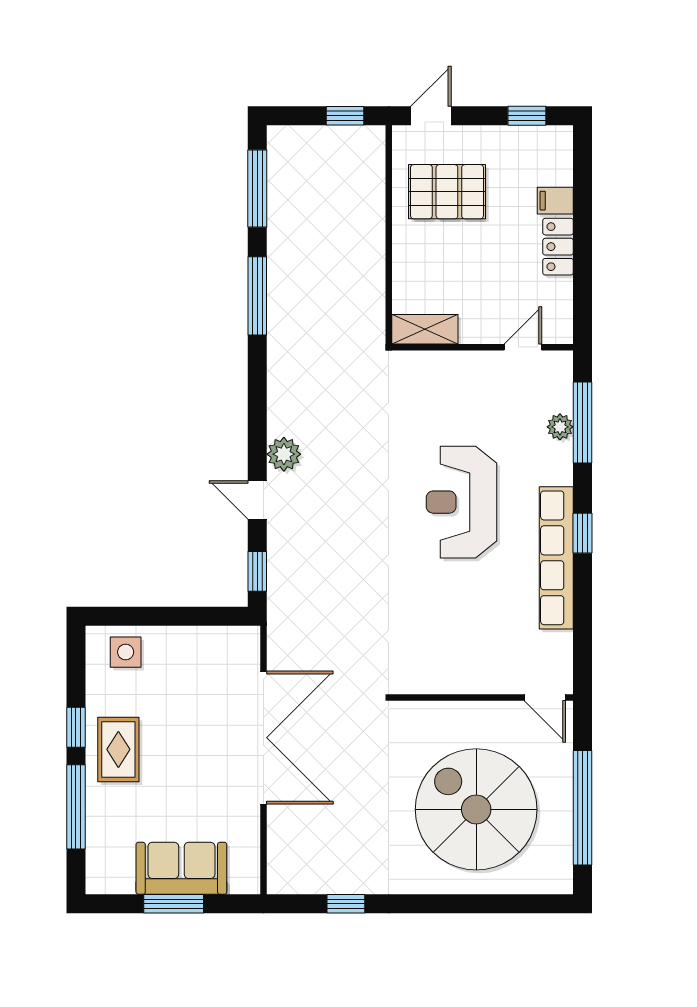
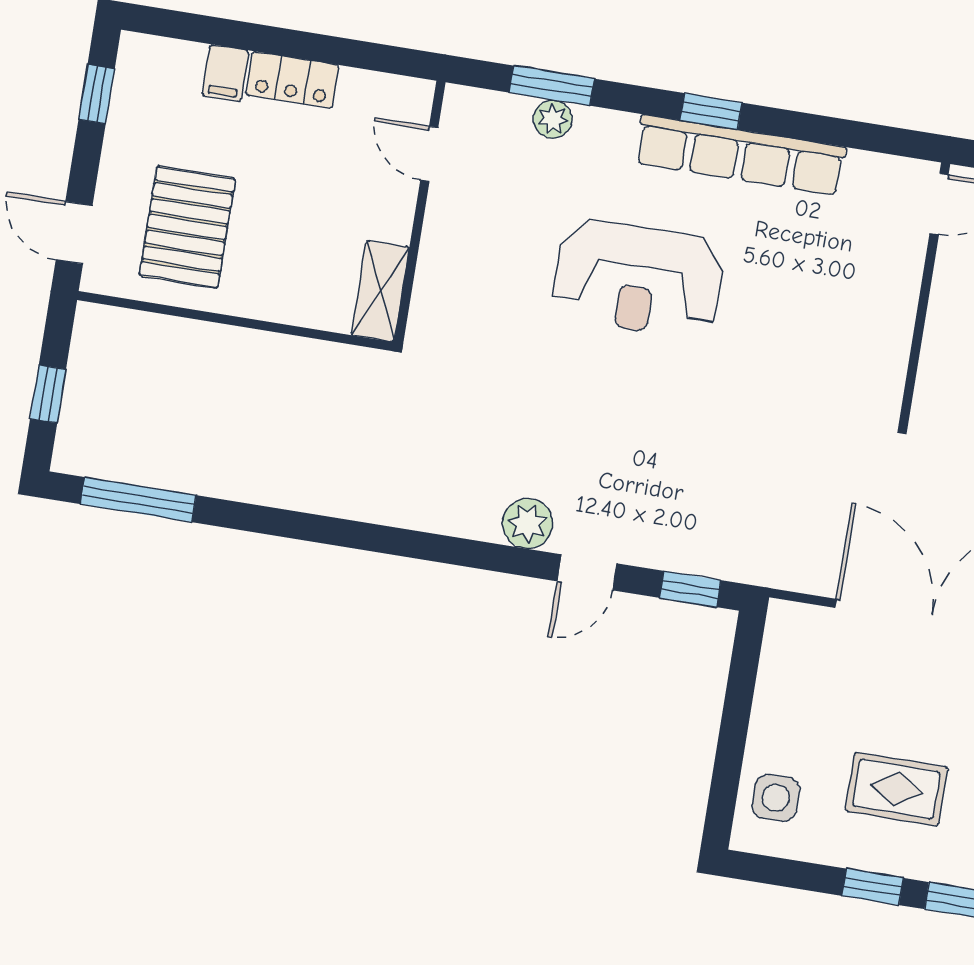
window: (345, 116) -> (48, 394), moved
window: (257, 296) -> (293, 525), removed
window: (583, 423) -> (552, 86), width x0.69
rug: (118, 749) -> (896, 789), moved

